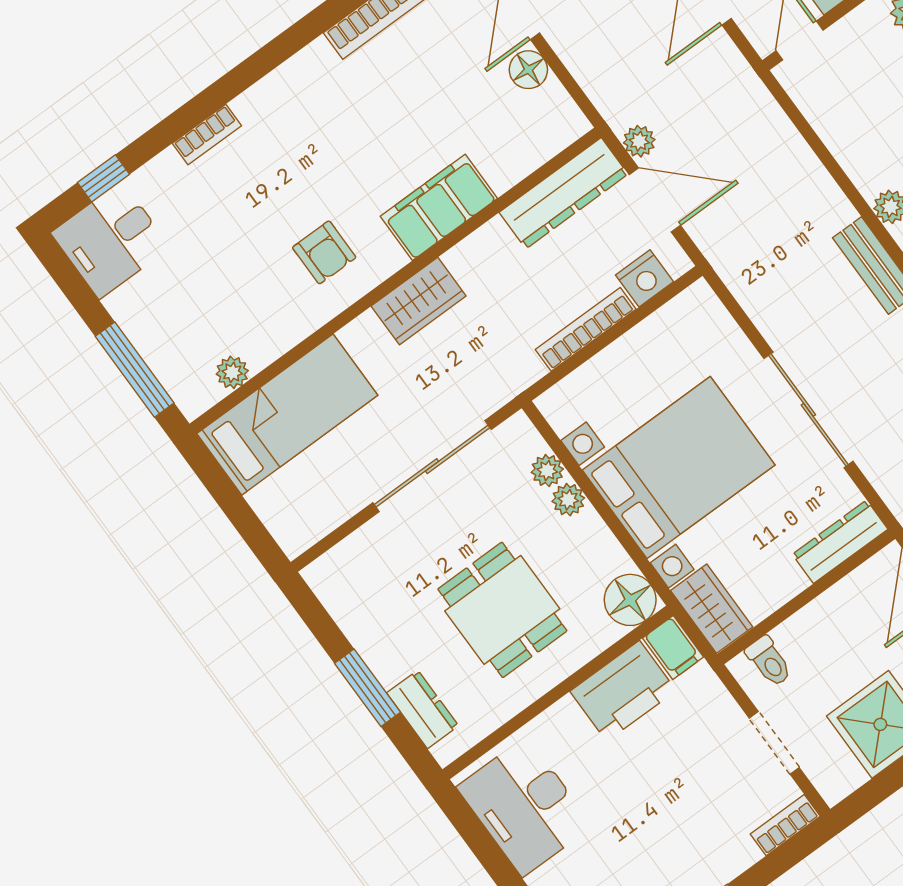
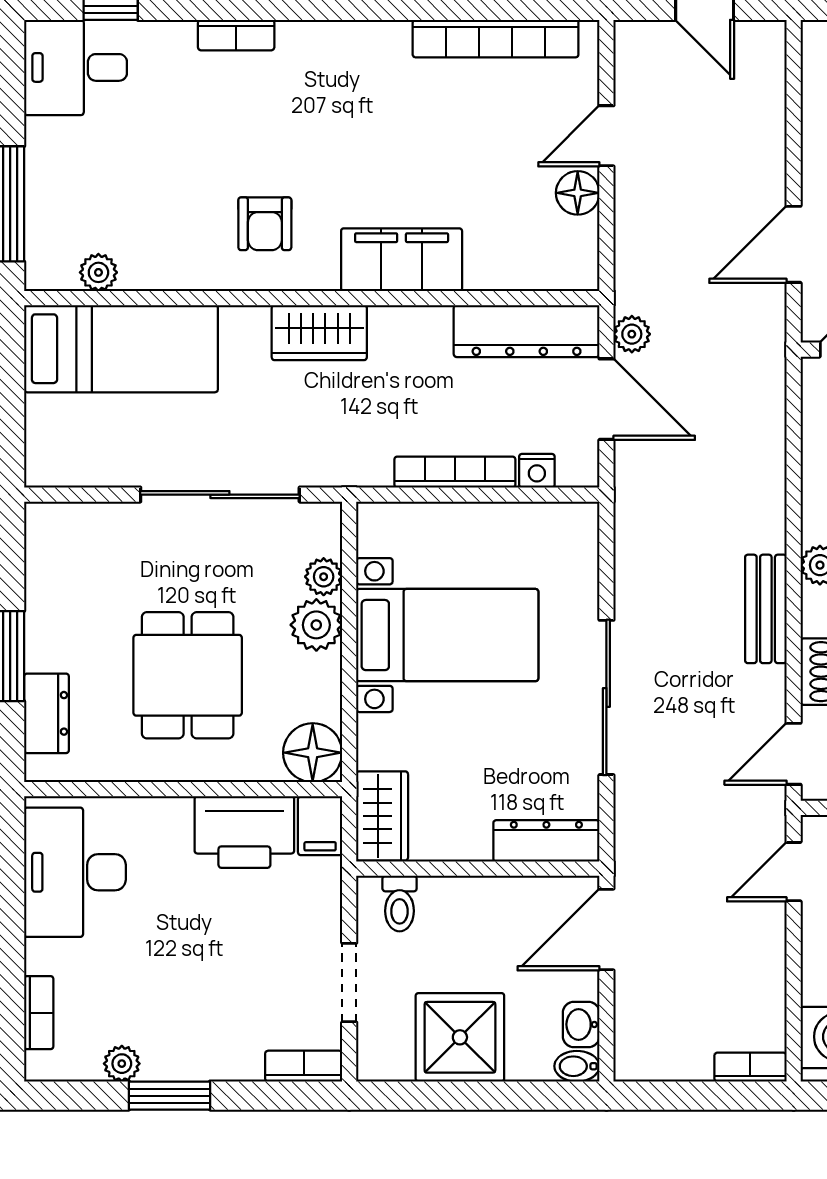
nightstand: (645, 278) -> (537, 471), width x0.72, depth x0.74
bed with nightstands: (679, 467) -> (447, 635), width x0.73
plant: (568, 500) -> (316, 625), width x1.38, depth x1.38

